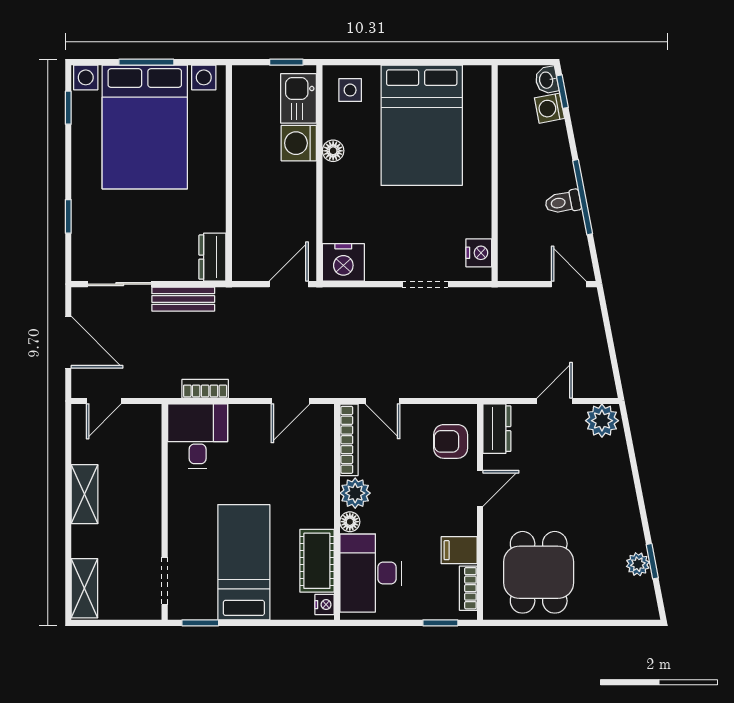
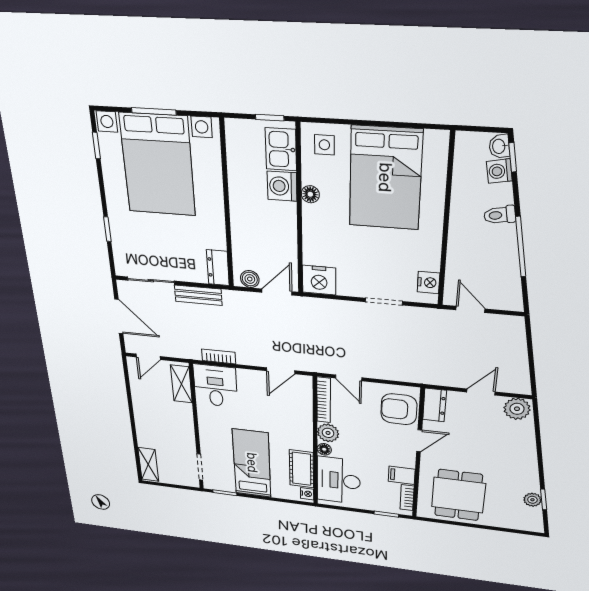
toilet: (563, 202) -> (500, 215), moved
boiler: (254, 269) -> (250, 279), added
door: (569, 284) -> (470, 309), moved
armchair: (451, 441) -> (399, 409), width x1.38, depth x1.38
shelving: (84, 494) -> (181, 384), moved

